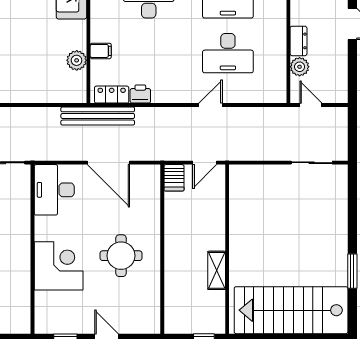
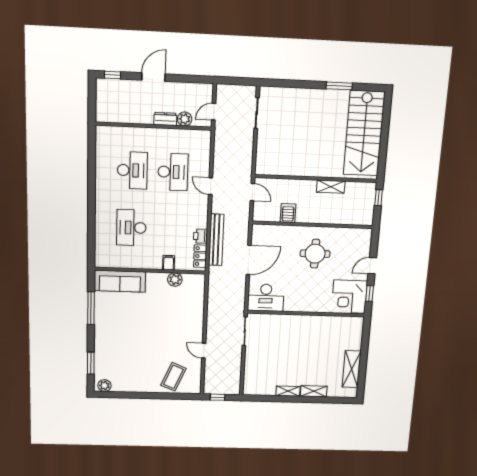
bench: (98, 116) -> (216, 240), moved
server rack: (174, 178) -> (288, 213), moved, turned -90
corner desk: (59, 266) -> (349, 297), moved, turned -90

